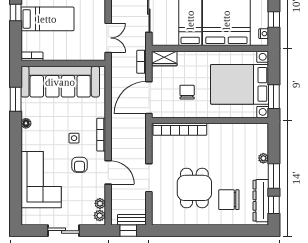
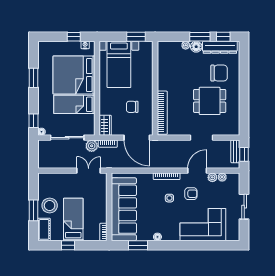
plant: (139, 42) -> (92, 146), added
bed with nightstands: (240, 84) -> (119, 64), width x0.73
floor lamp: (262, 171) -> (196, 47), added
chair: (229, 200) -> (219, 73), turned -90
plant: (100, 216) -> (212, 177), moved

